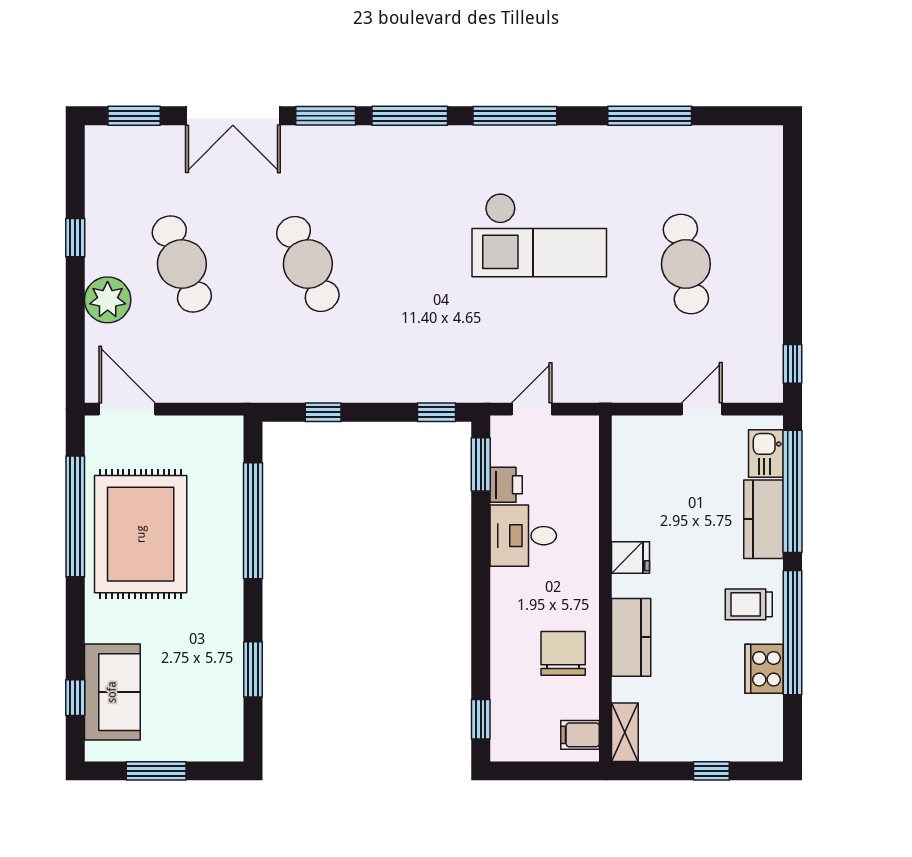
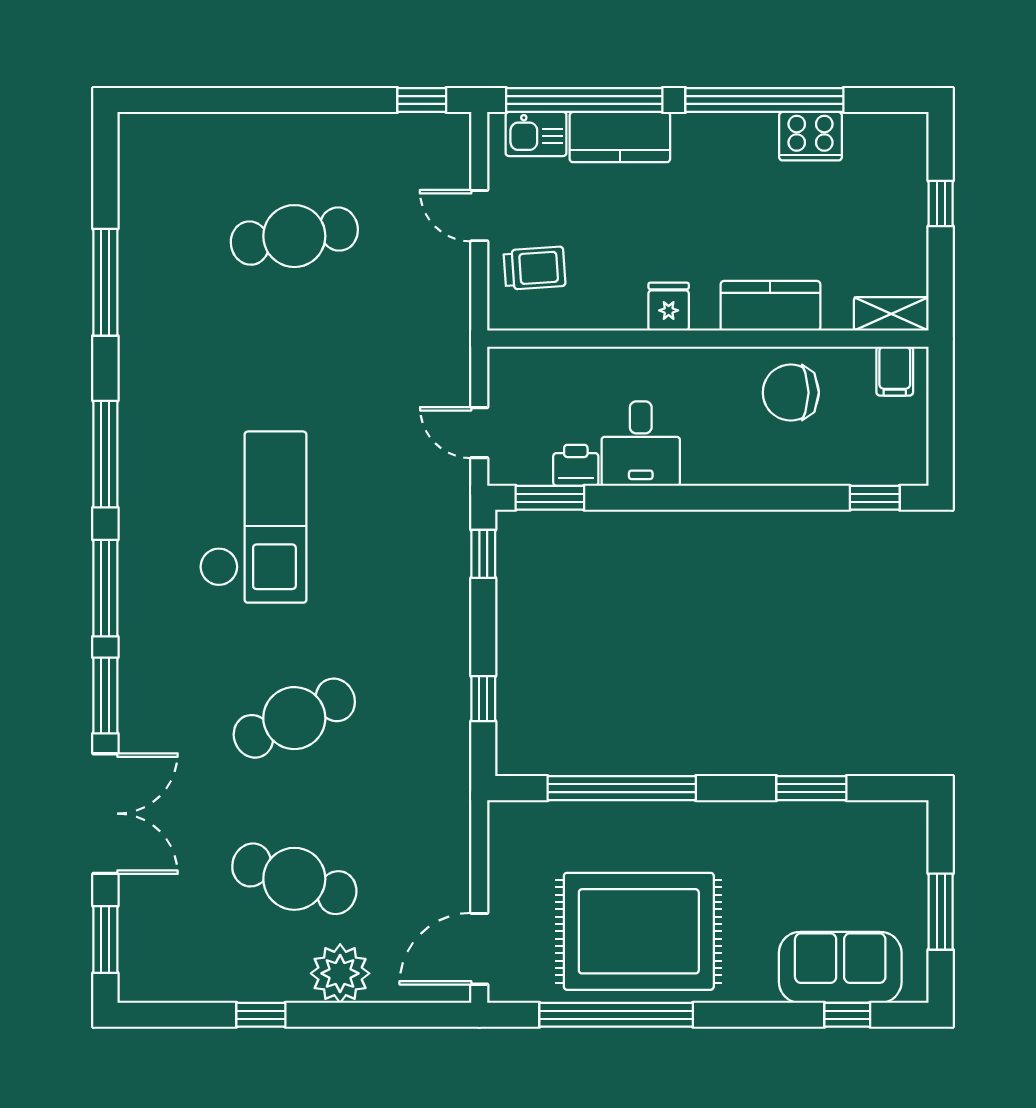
checkout: (539, 235) -> (253, 517), moved
cafe table: (182, 264) -> (294, 879), turned 39
trolley: (749, 604) -> (534, 268), moved, turned -94

